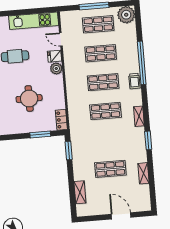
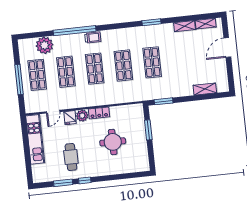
plant: (126, 15) -> (44, 45), moved
shelving: (139, 116) -> (206, 24), moved
locker: (61, 120) -> (99, 113), moved
shop shelf: (110, 169) -> (152, 62), moved

